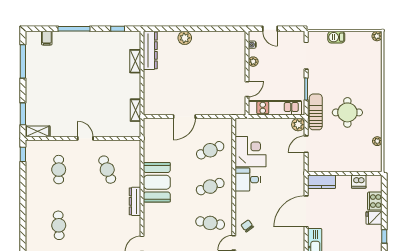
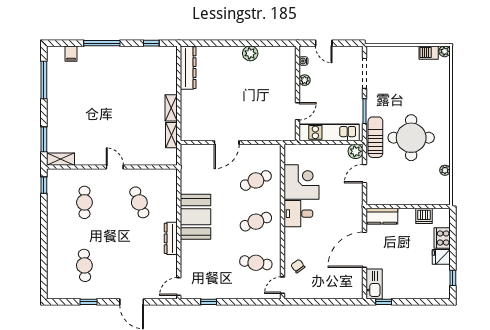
barbecue: (336, 37) -> (429, 53), moved
plant: (185, 38) -> (250, 53), moved
shelving: (135, 61) -> (171, 108), moved
round table: (347, 112) -> (411, 138), width x1.36, depth x1.36

